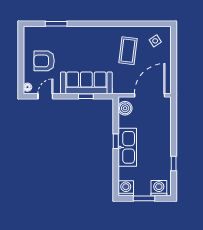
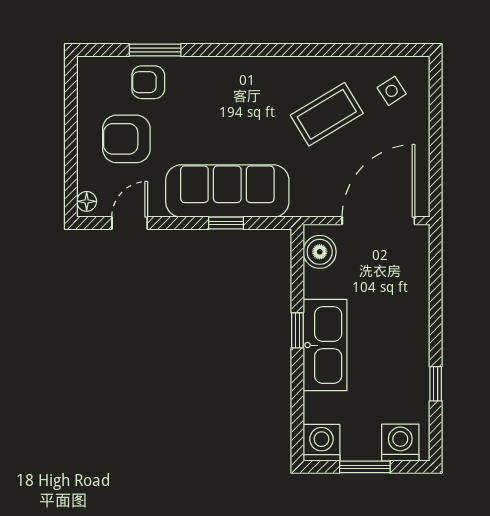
armchair: (53, 37) -> (148, 82), added
coffee table: (128, 51) -> (327, 114), turned 52

